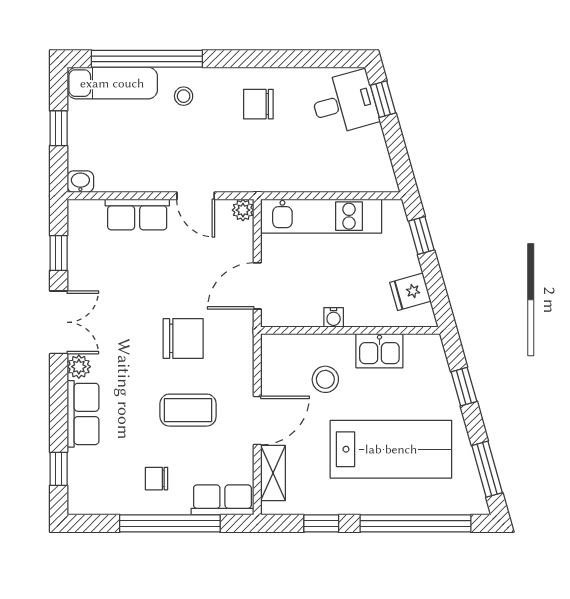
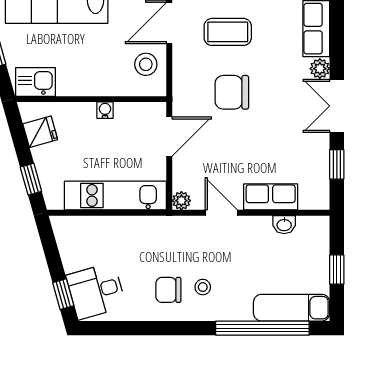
stool: (184, 96) -> (203, 287), moved
chair: (258, 104) -> (168, 290), turned 180
washbasin: (80, 182) -> (284, 225), moved
kitchen sink: (379, 351) -> (35, 82), moved
stool: (325, 379) -> (146, 64), moved

